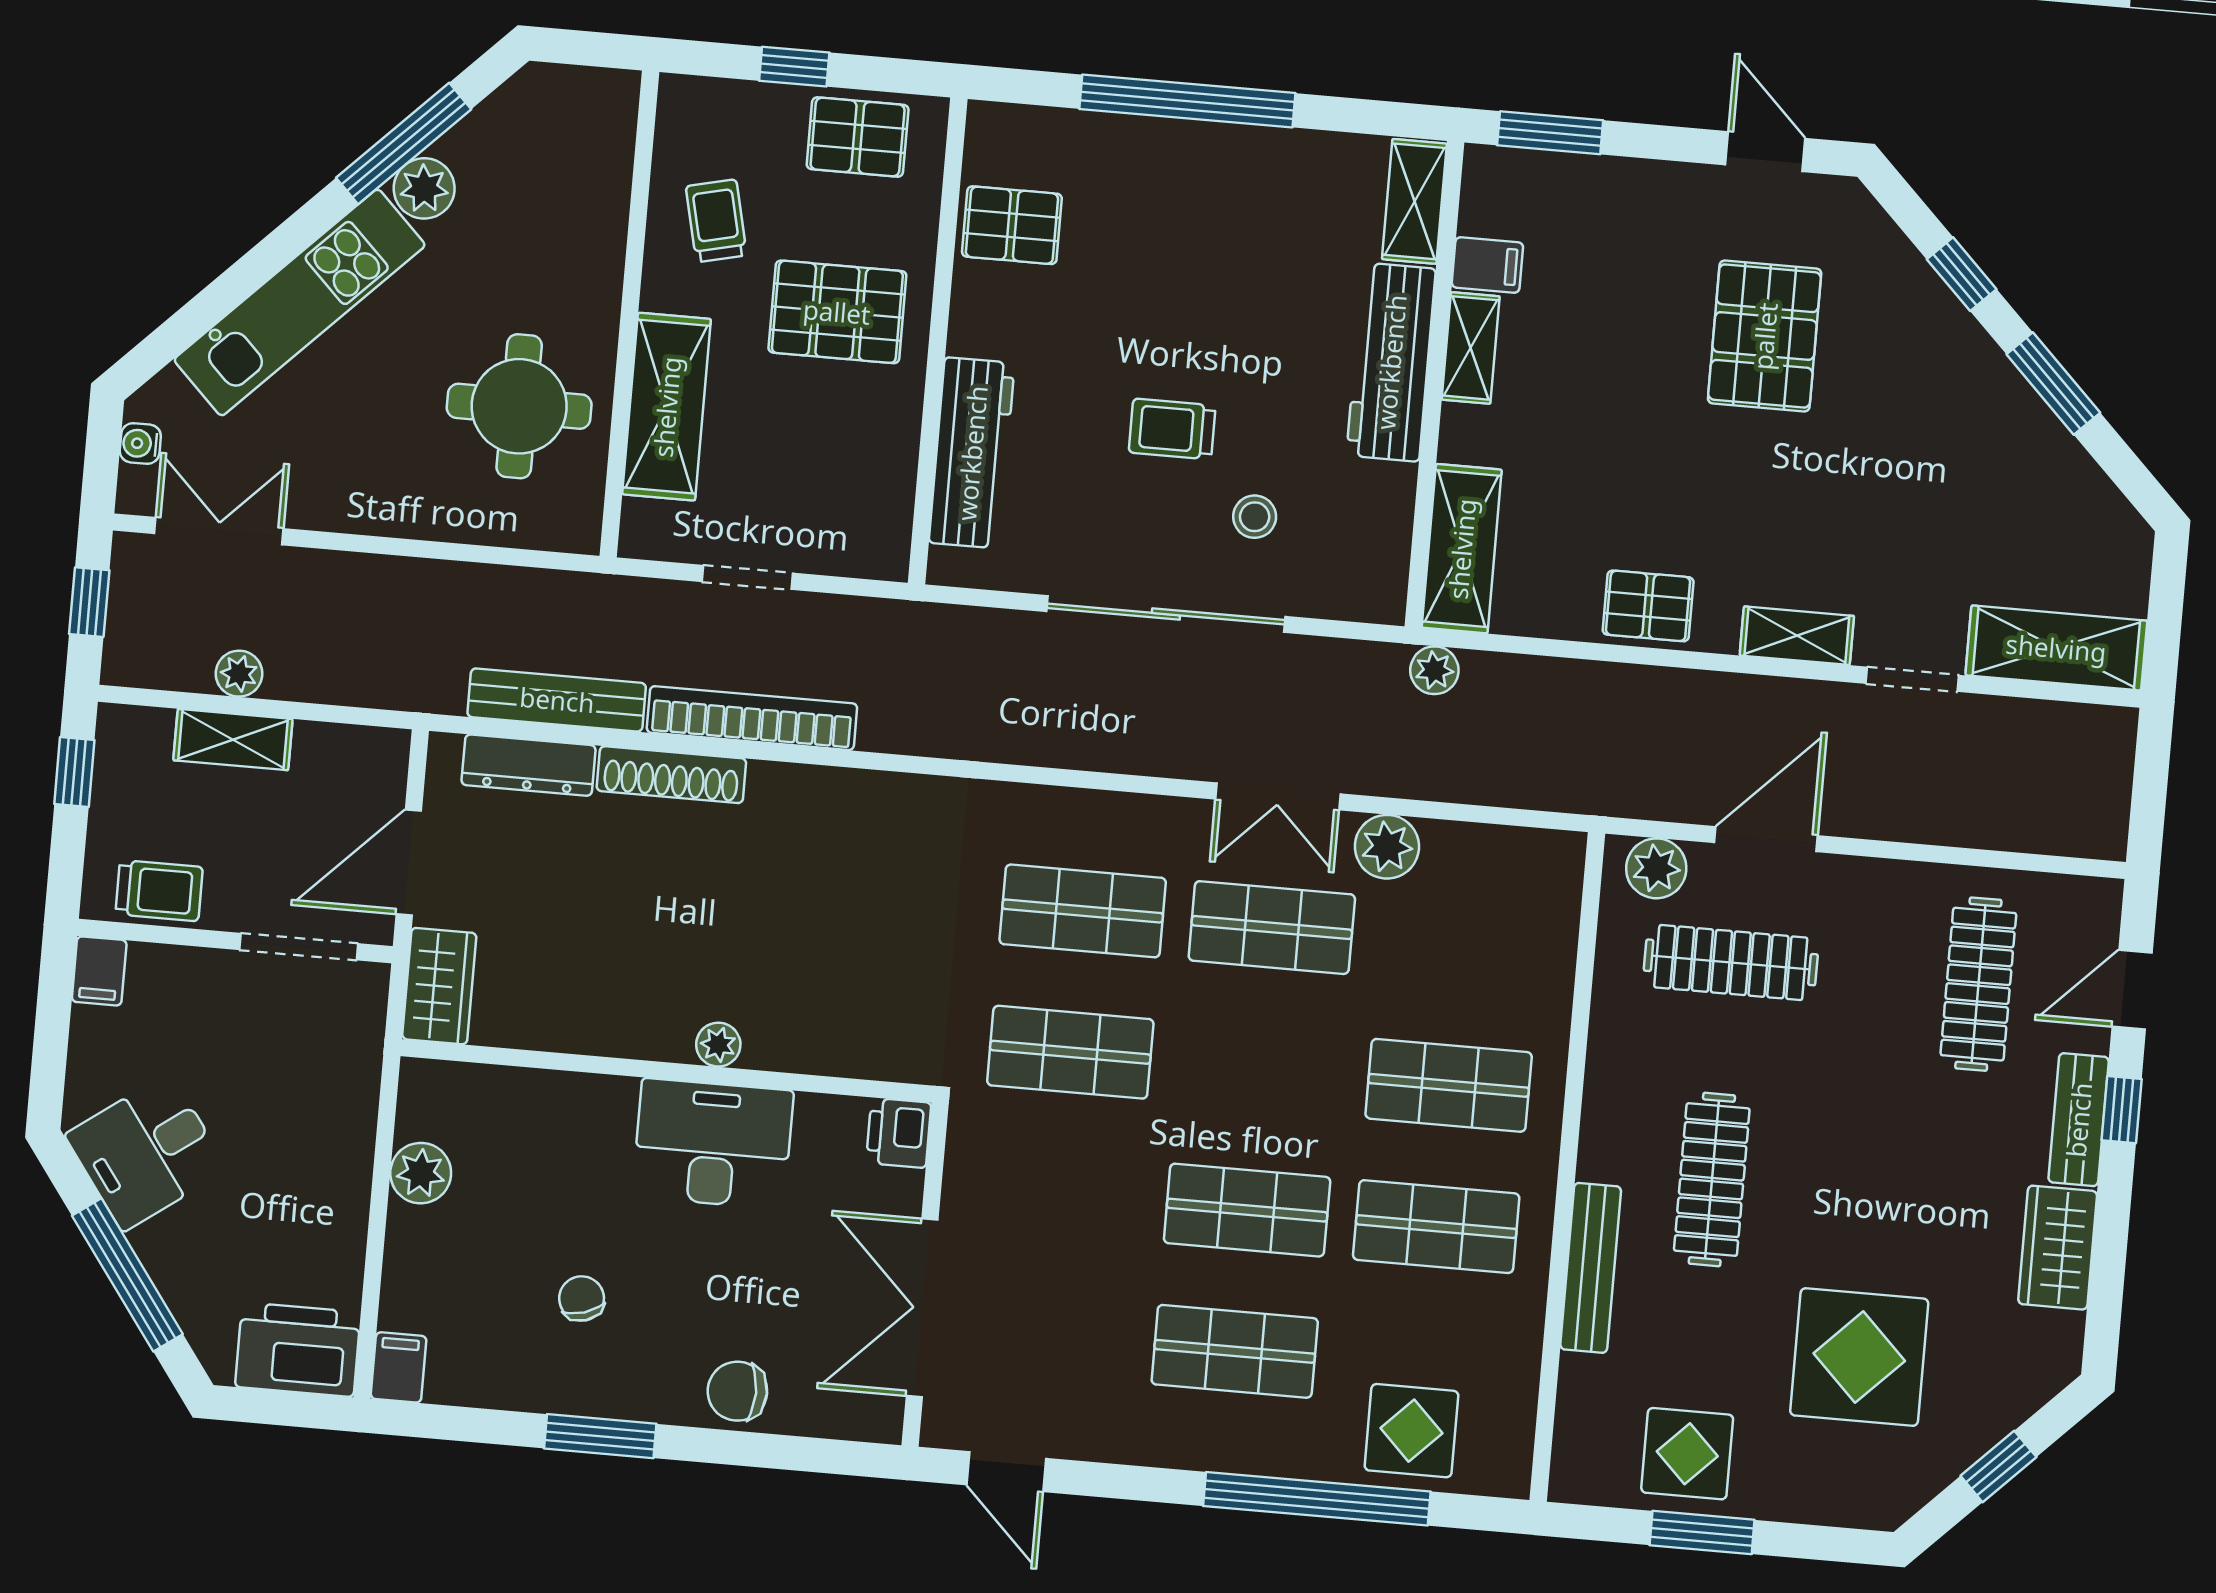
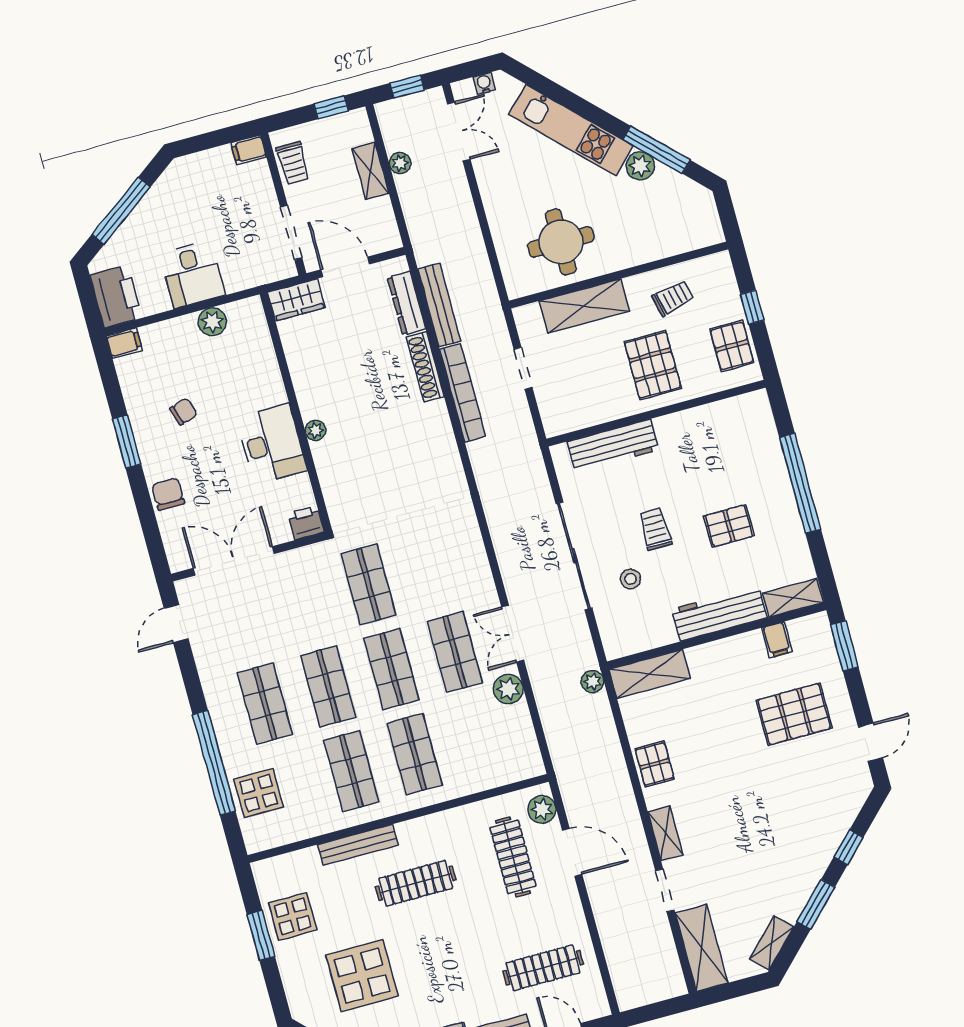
pallet: (1012, 225) -> (729, 526), moved, turned 90
pallet: (1765, 336) -> (794, 714), moved
shelving: (1471, 348) -> (772, 943), moved, turned -45
shop shelf: (1083, 911) -> (391, 669), moved
desk: (146, 1152) -> (192, 274), moved, turned -144

